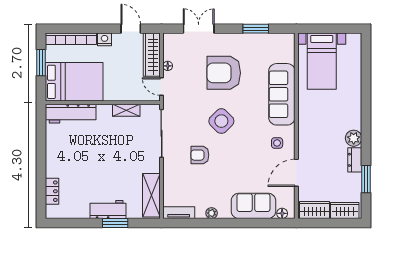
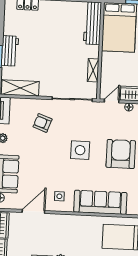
side table: (221, 121) -> (80, 150), turned 45
armchair: (200, 155) -> (43, 123), moved, turned -70
door: (296, 173) -> (33, 211), hinge flipped

